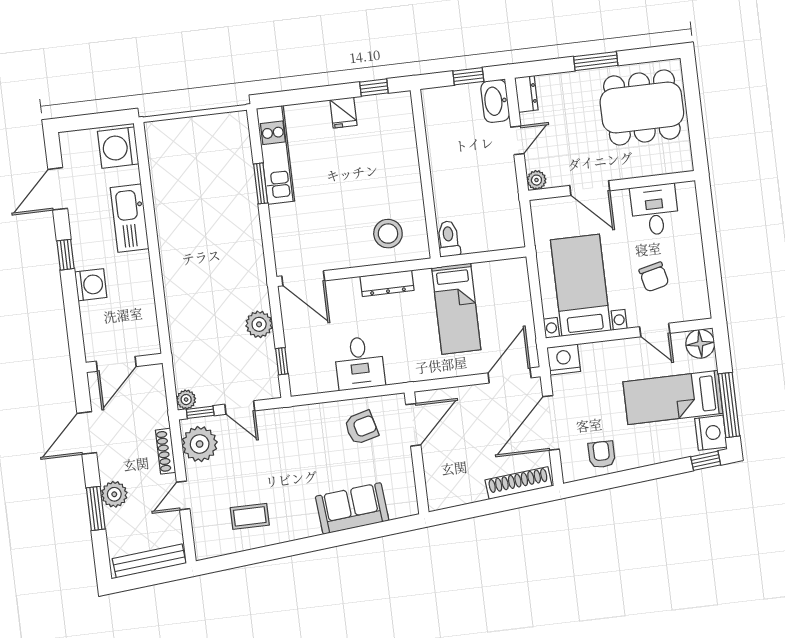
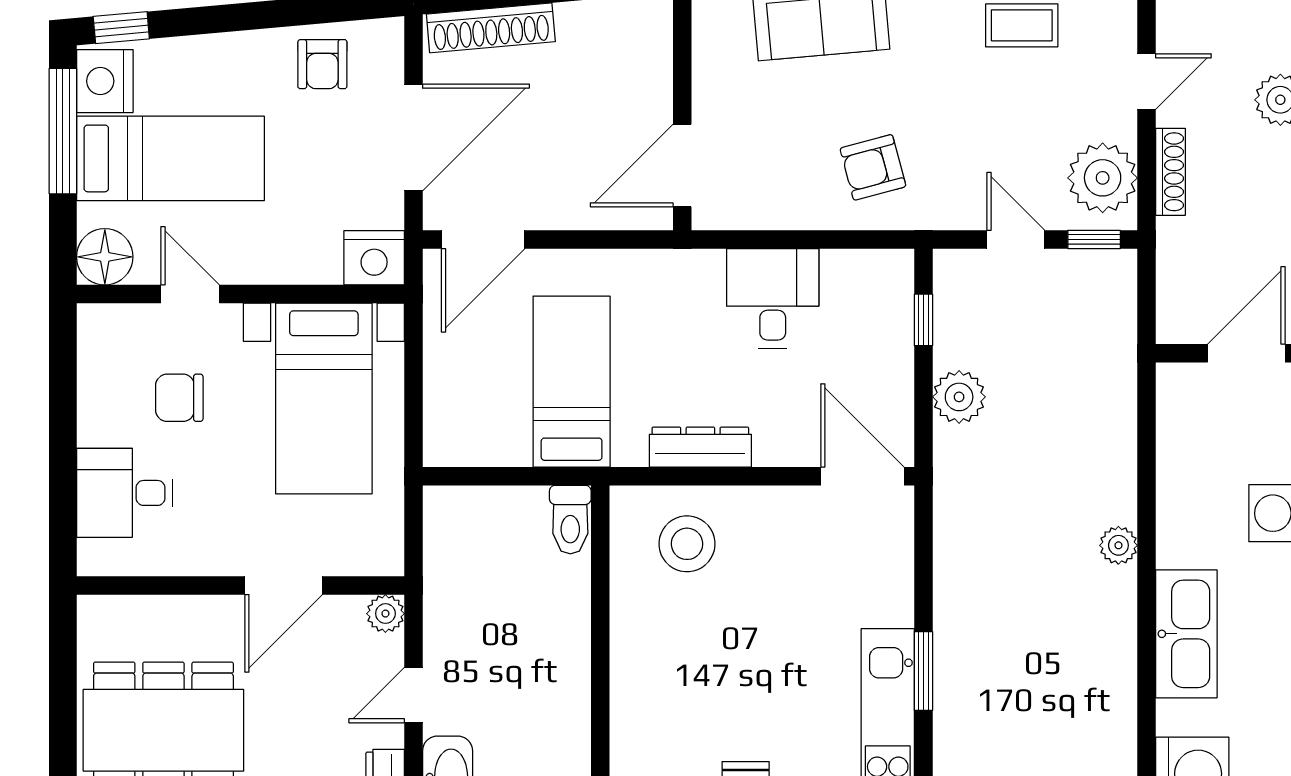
door: (590, 188) -> (284, 586), swing flipped
desk: (655, 210) -> (125, 493), moved, turned 90
chair: (654, 277) -> (179, 398), turned -77
plant: (186, 400) -> (1118, 545), moved
armchair: (361, 428) -> (873, 167), moved

